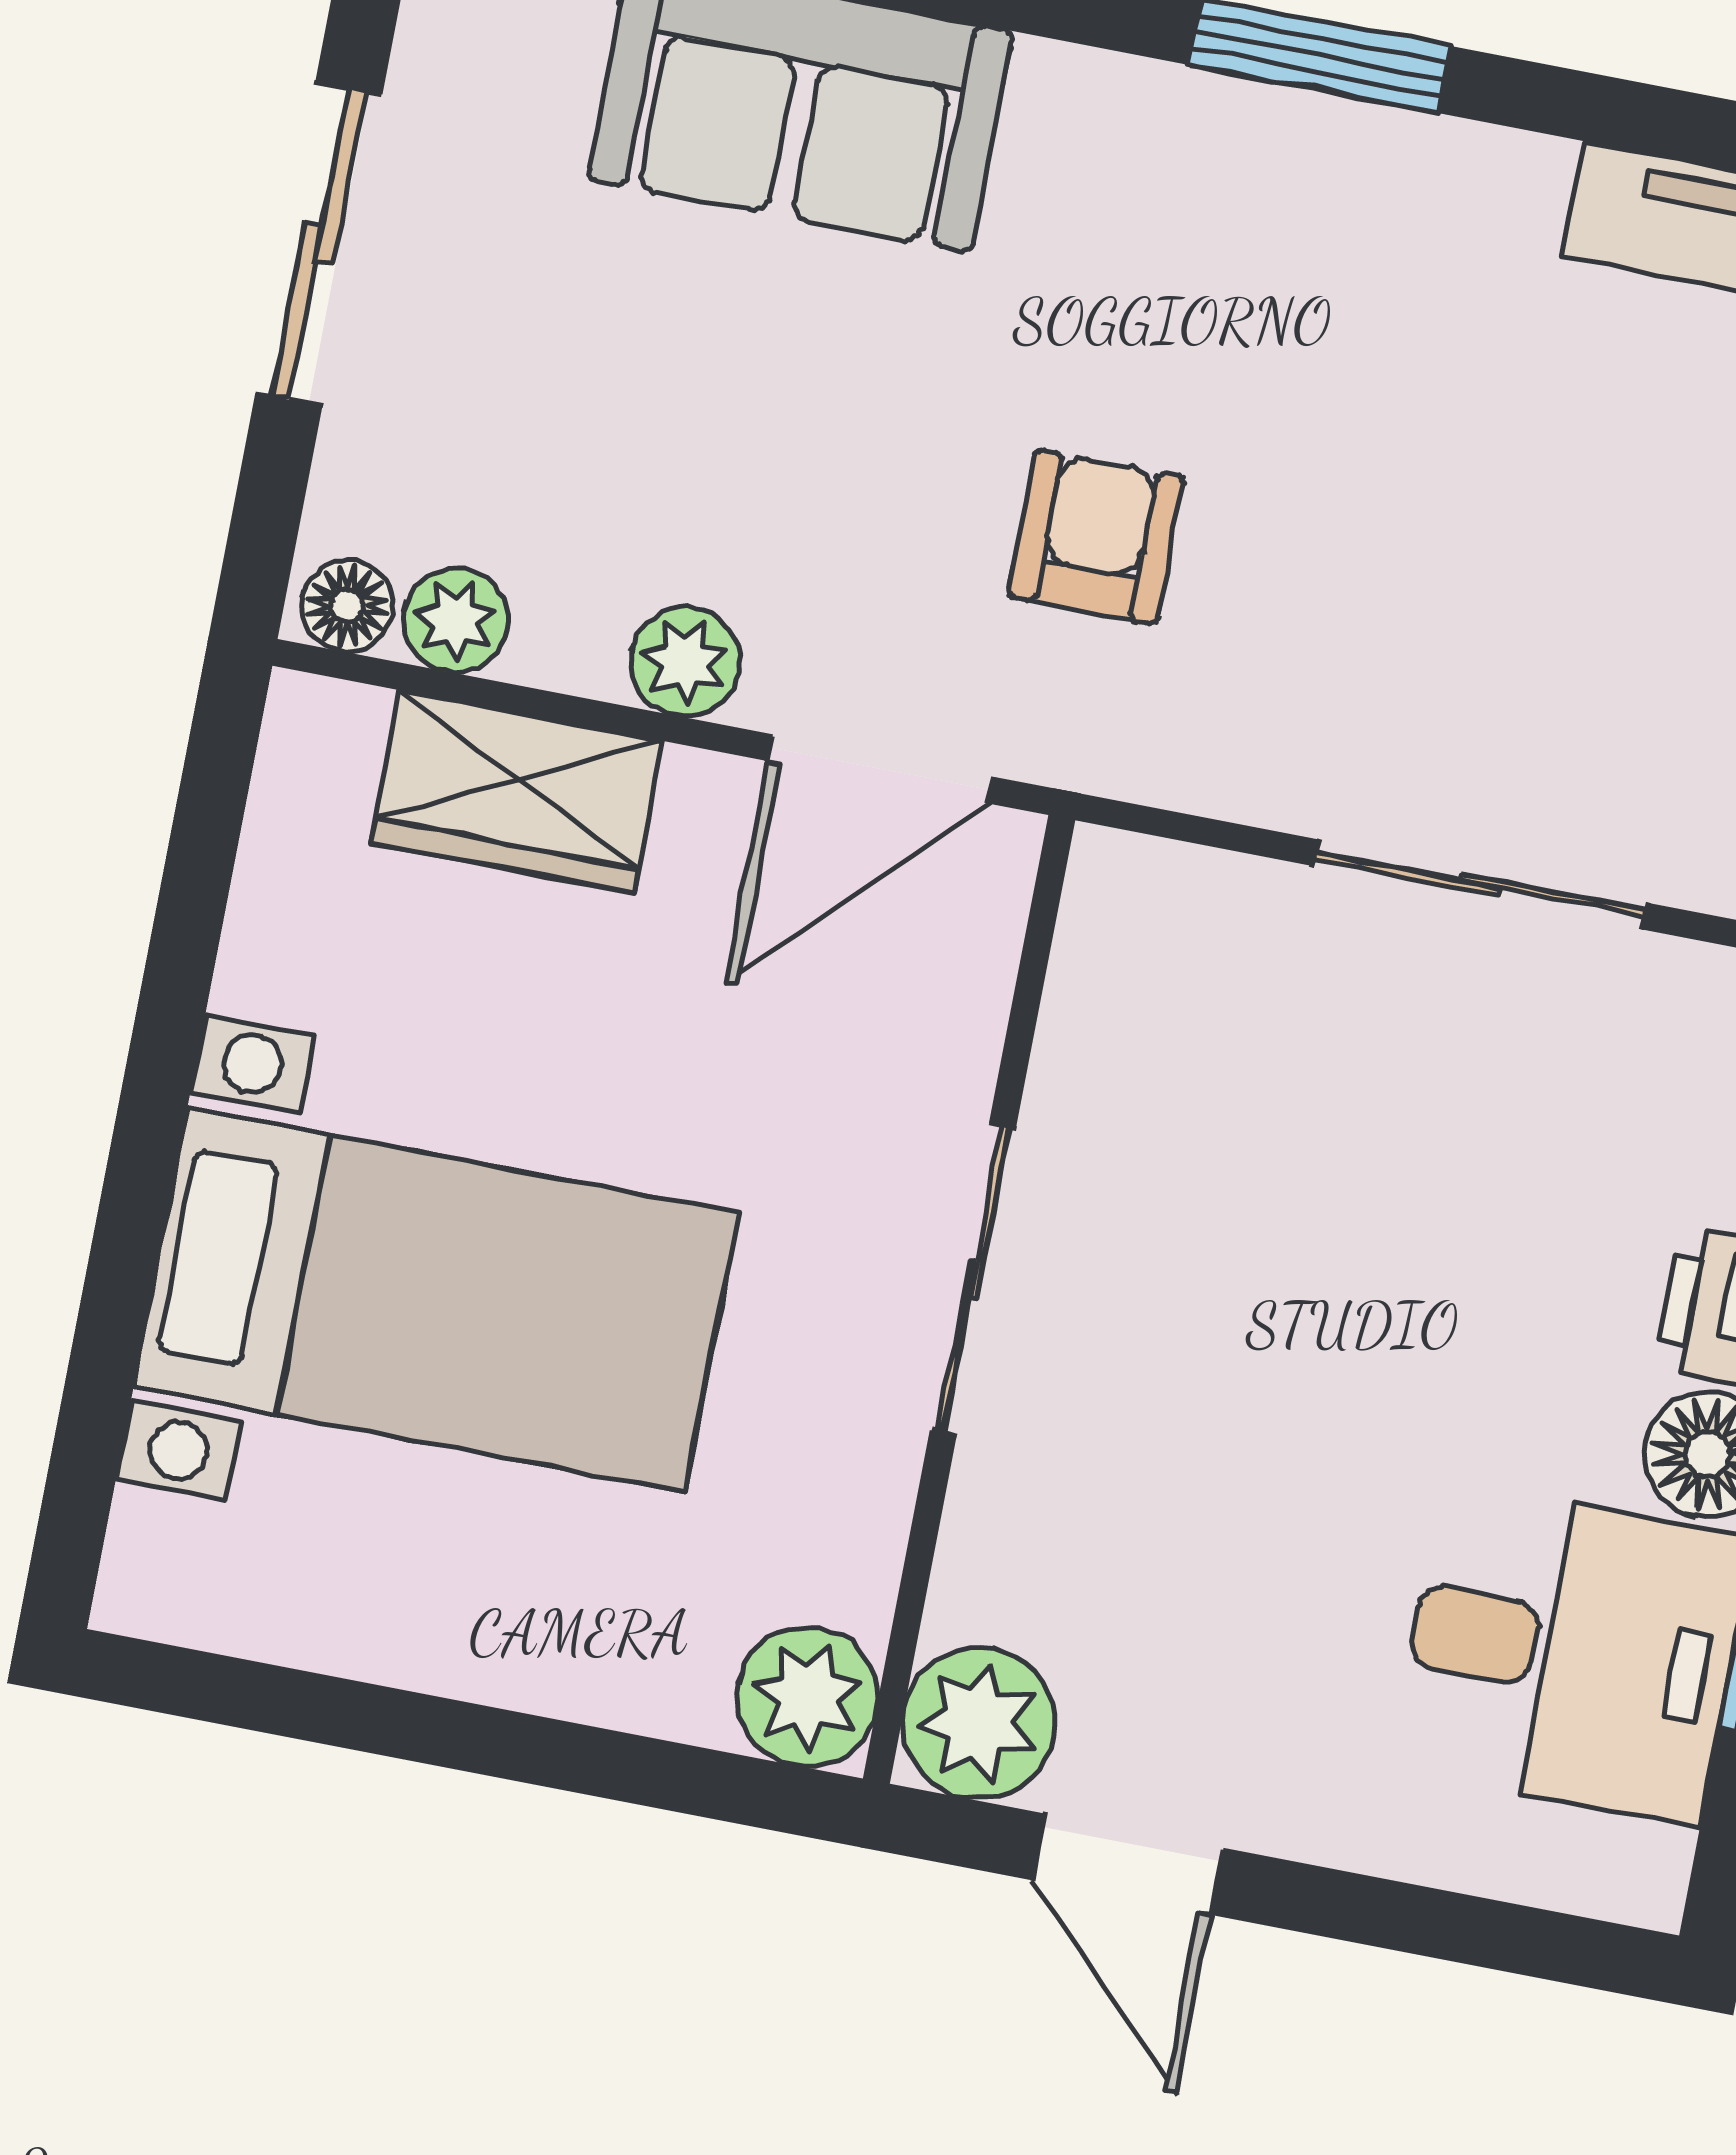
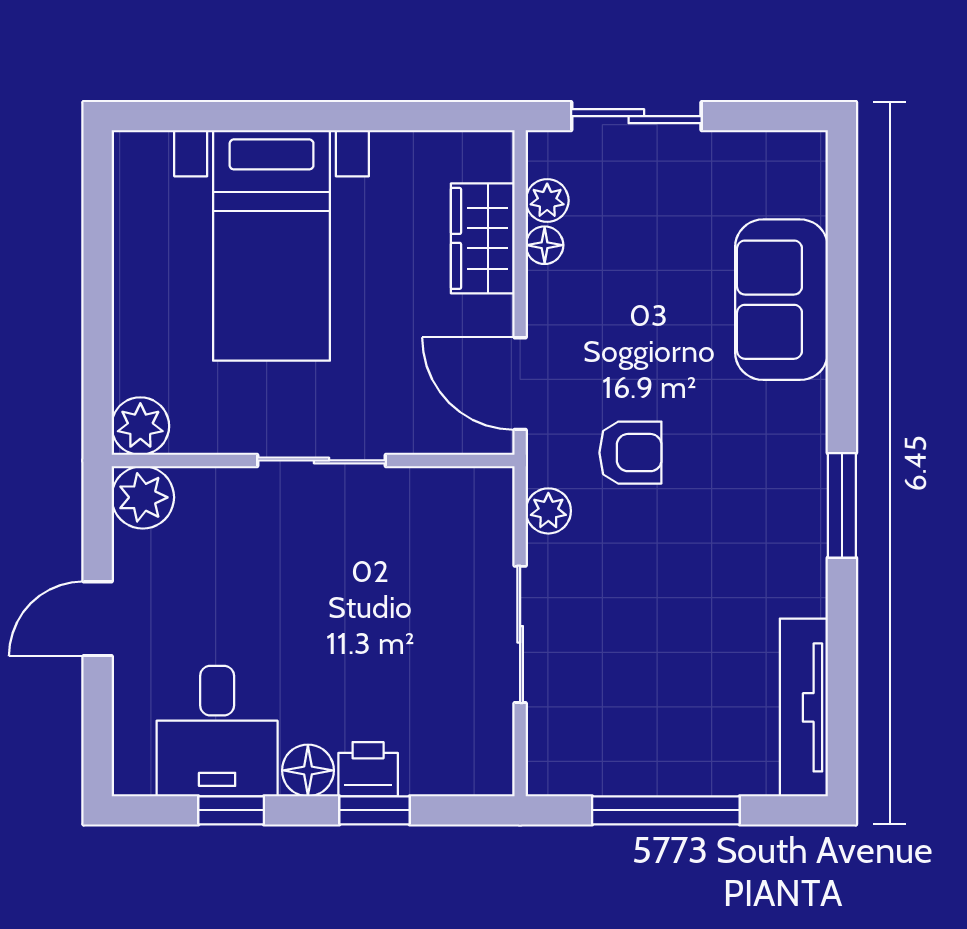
sliding door: (319, 244) -> (636, 116), moved
floor lamp: (347, 606) -> (545, 245), moved
plant: (685, 661) -> (548, 511), moved
door: (1128, 1864) -> (98, 619), moved

